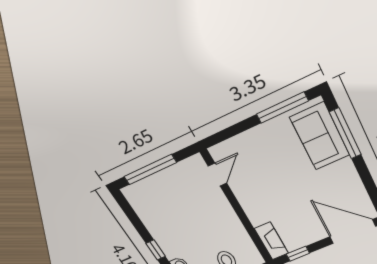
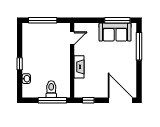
sofa: (320, 136) -> (115, 32), moved, turned -90
fireplace: (271, 241) -> (79, 67), moved

